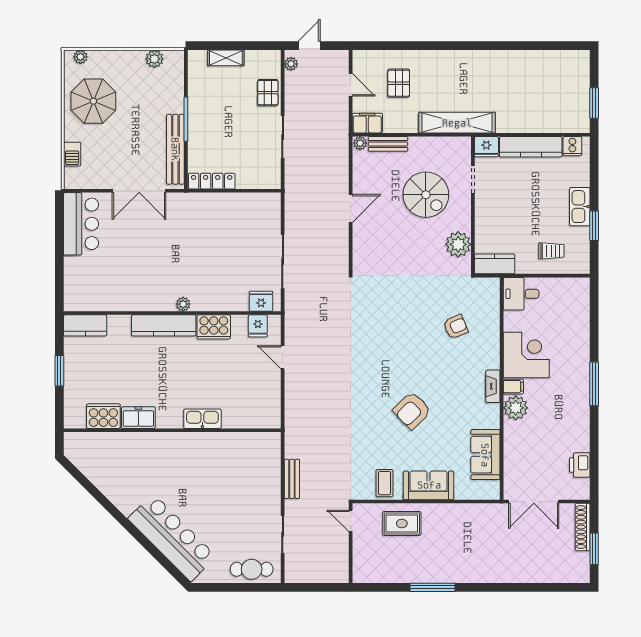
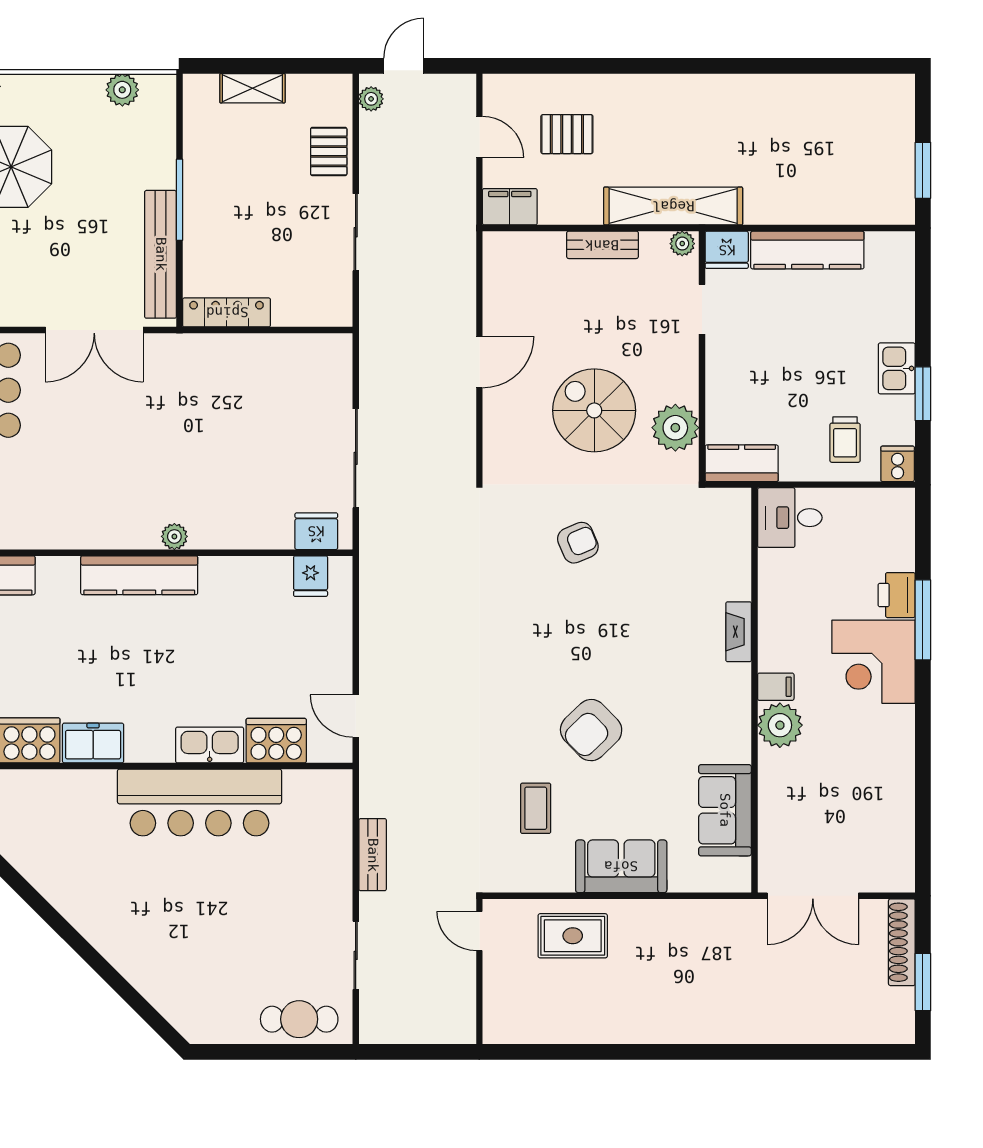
pallet: (399, 83) -> (567, 134), turned 90
plant: (360, 143) -> (682, 244), moved
bench: (388, 144) -> (602, 245), moved
cooker: (572, 146) -> (898, 464), moved, turned 180
spiral stairs: (426, 195) -> (594, 410), moved, turned 180
kitchen sink: (580, 207) -> (897, 368), width x0.73
trolley: (551, 251) -> (845, 440), turned 90
cooker: (214, 327) -> (276, 741), moved, turned 180
armchair: (456, 327) -> (578, 543), moved
corner desk: (526, 355) -> (874, 662), moved, turned 180
door: (283, 357) -> (356, 716), moved
window: (594, 384) -> (923, 620), moved
fireplace: (493, 386) -> (739, 632), moved
printer: (580, 465) -> (897, 595), moved
coffee table: (384, 483) -> (536, 808), moved
bar counter: (172, 537) -> (199, 802), moved, turned 135
window: (432, 587) -> (628, 1052), removed

